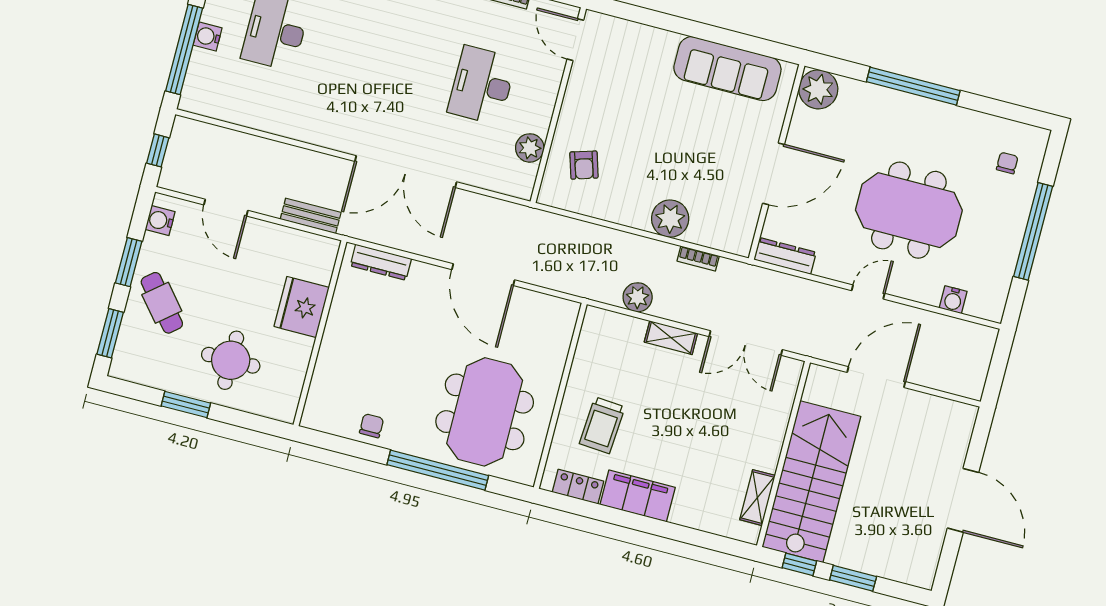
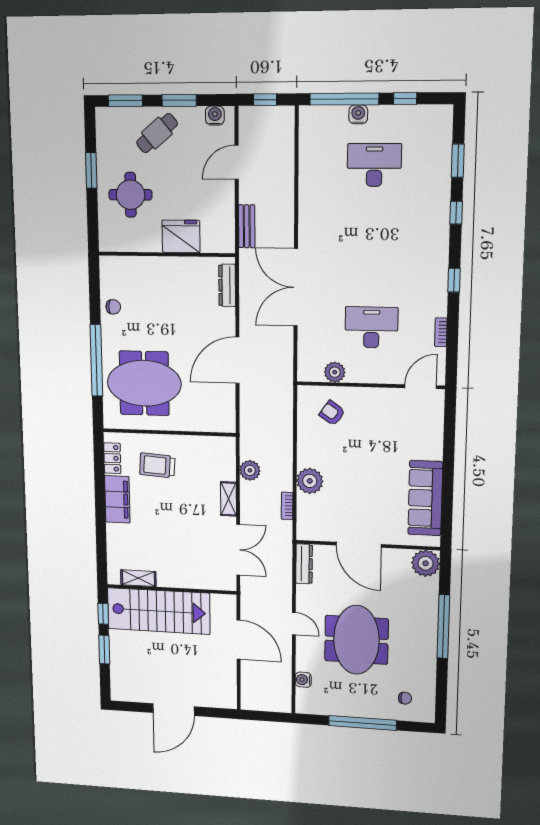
armchair: (584, 165) -> (332, 413), turned 52
double door: (746, 343) -> (238, 550), swing flipped

